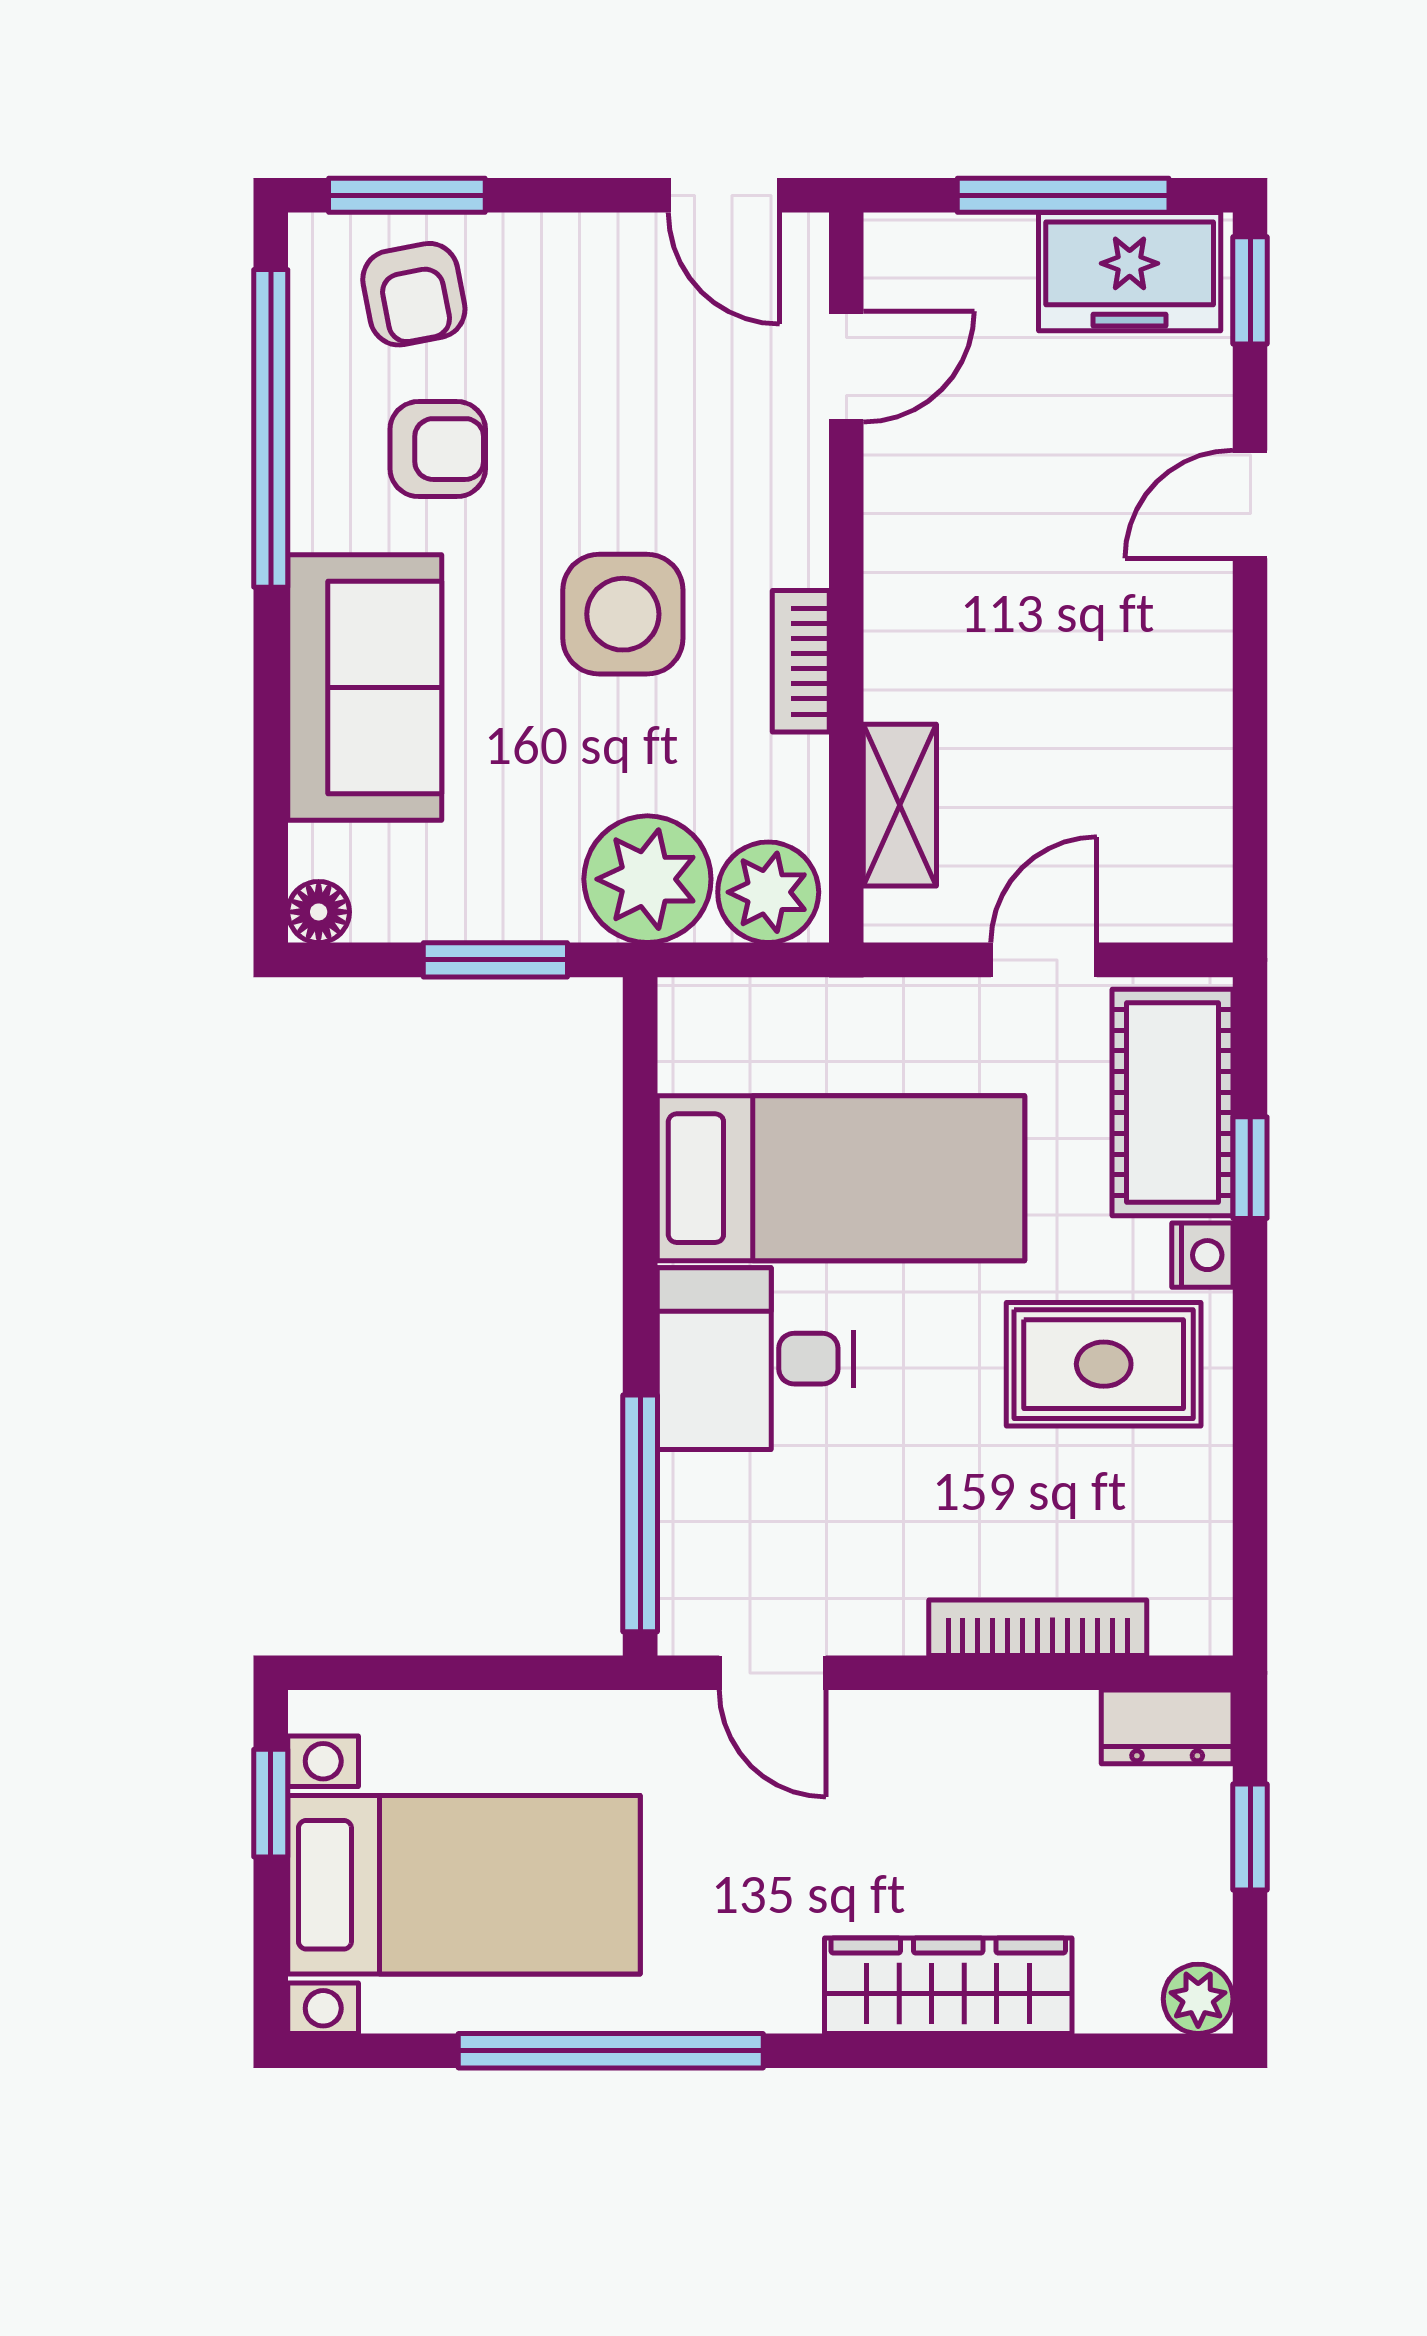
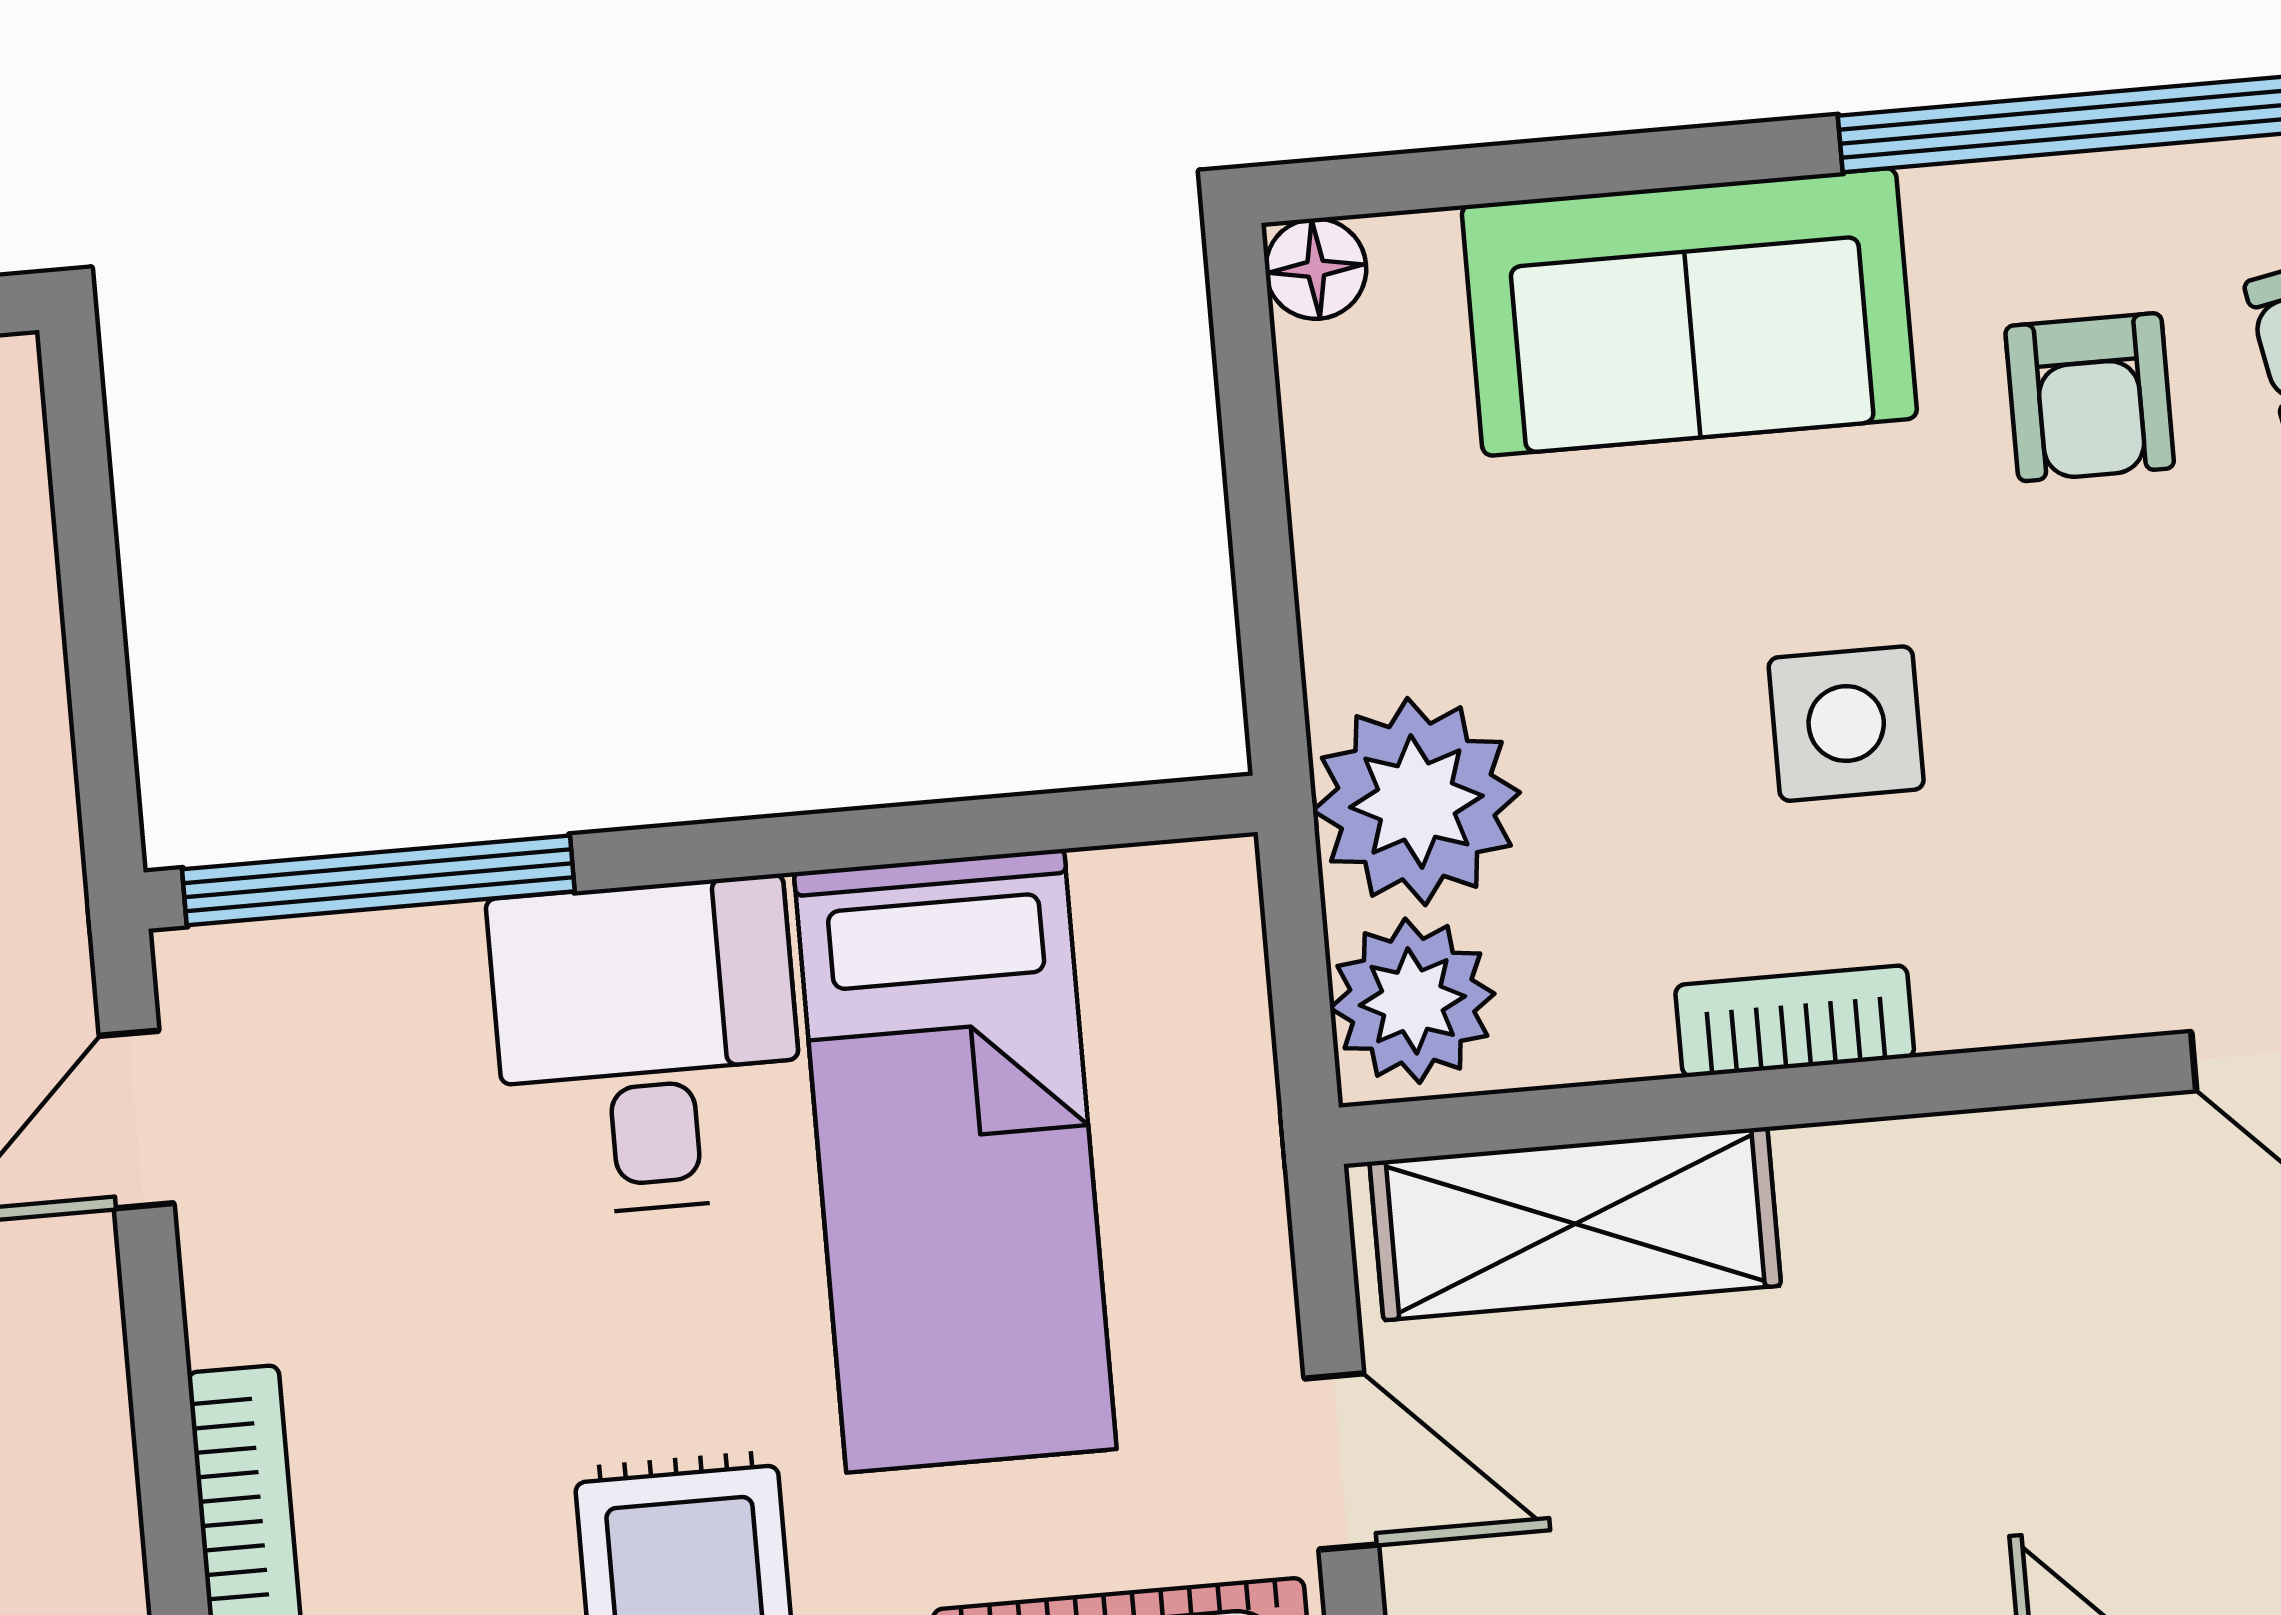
side table: (623, 614) -> (1846, 724), width x0.73, depth x0.73
shelving: (900, 805) -> (1575, 1224), width x1.50, depth x1.33
window: (495, 960) -> (1263, 564), removed

